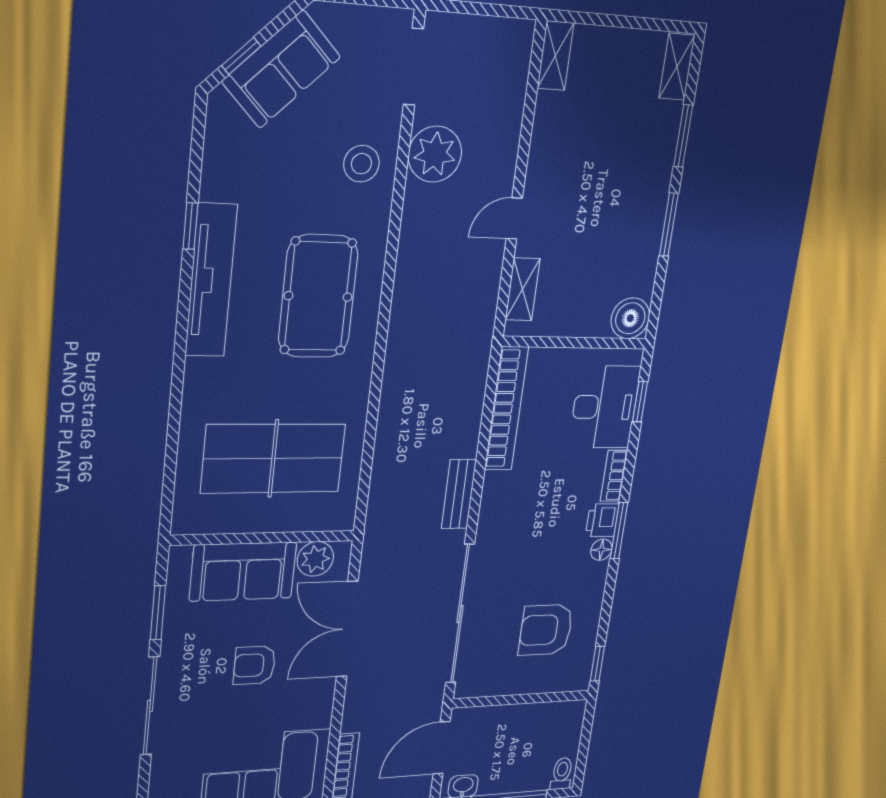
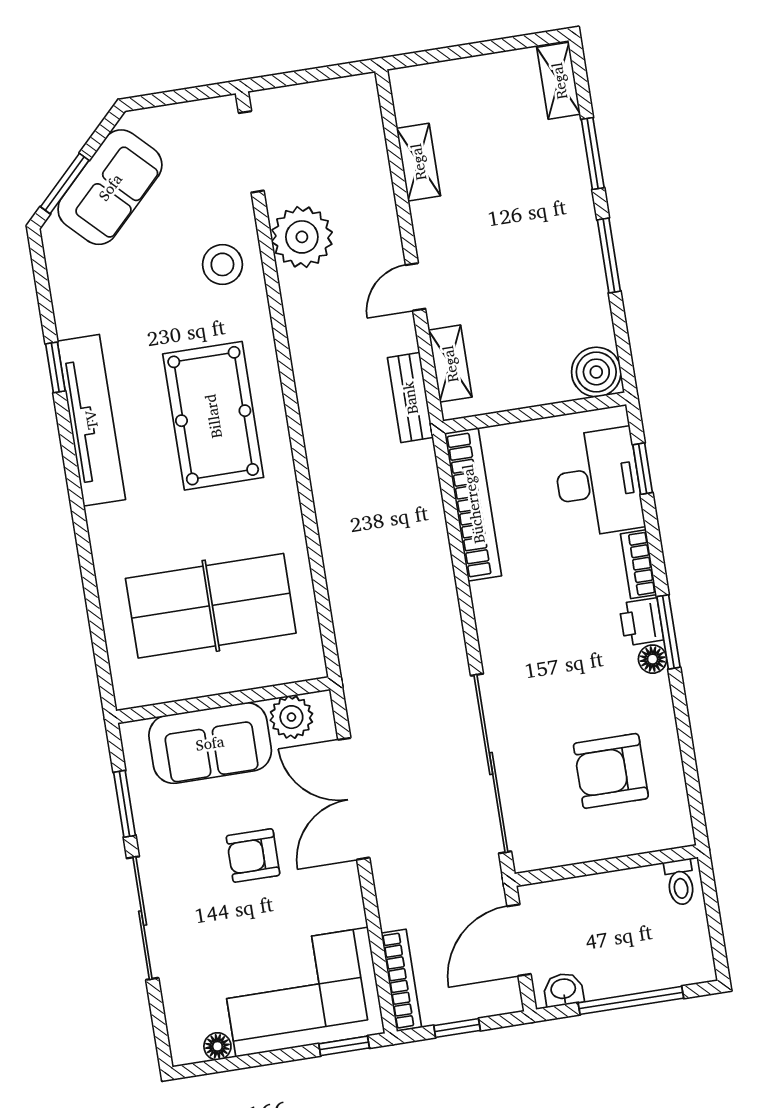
window: (241, 56) -> (65, 184), width x1.50
shelving: (555, 56) -> (418, 162), moved
bench: (459, 494) -> (410, 398), moved
window: (597, 664) -> (696, 808), removed
toilet: (562, 774) -> (680, 882), moved, turned 180

